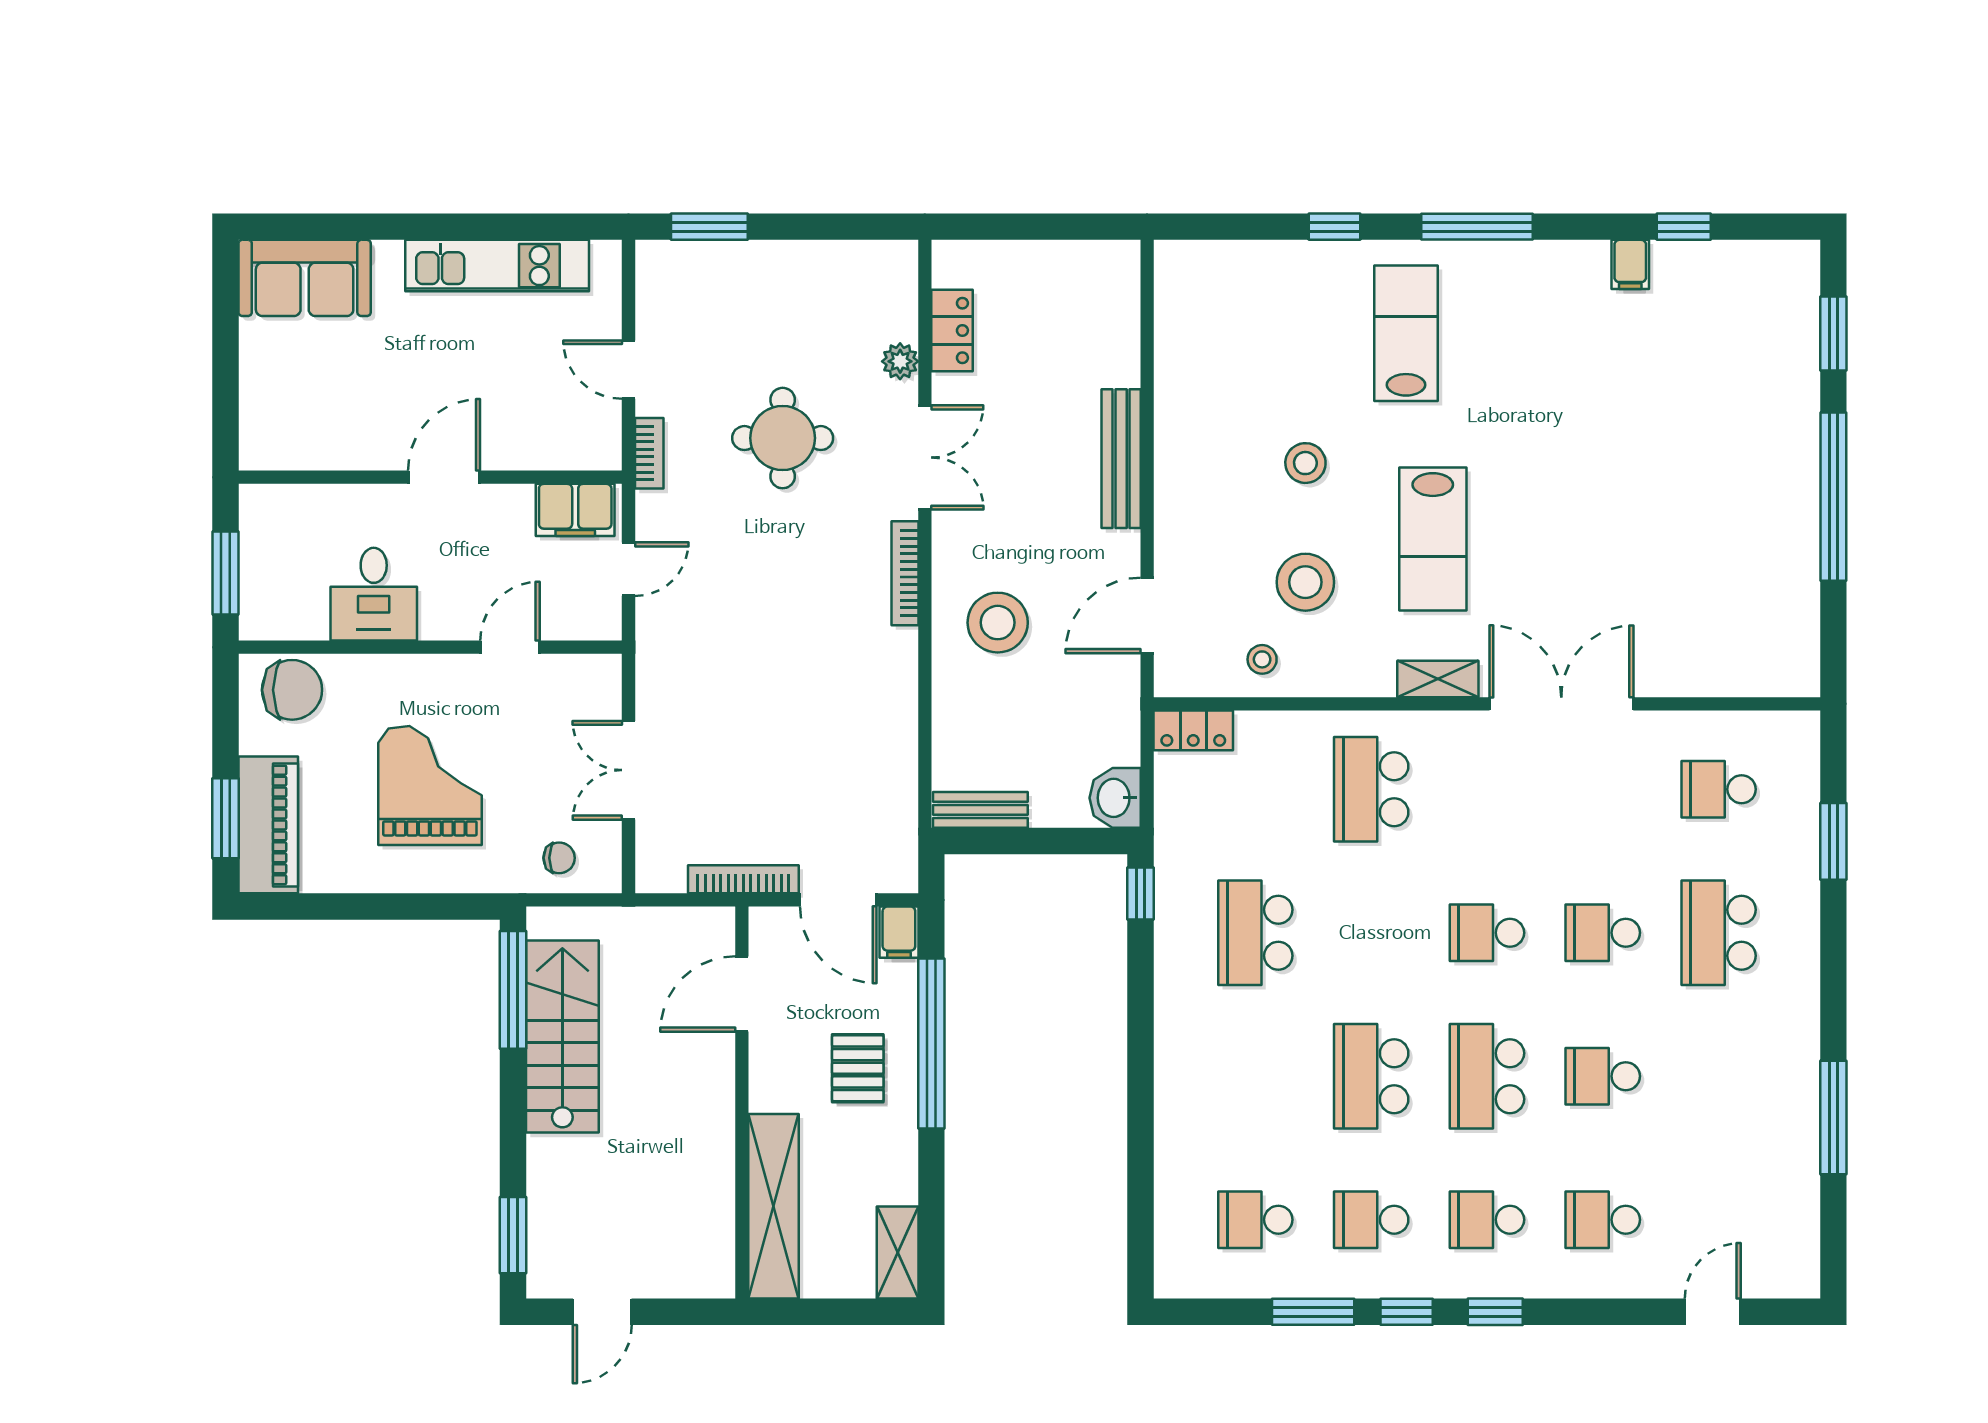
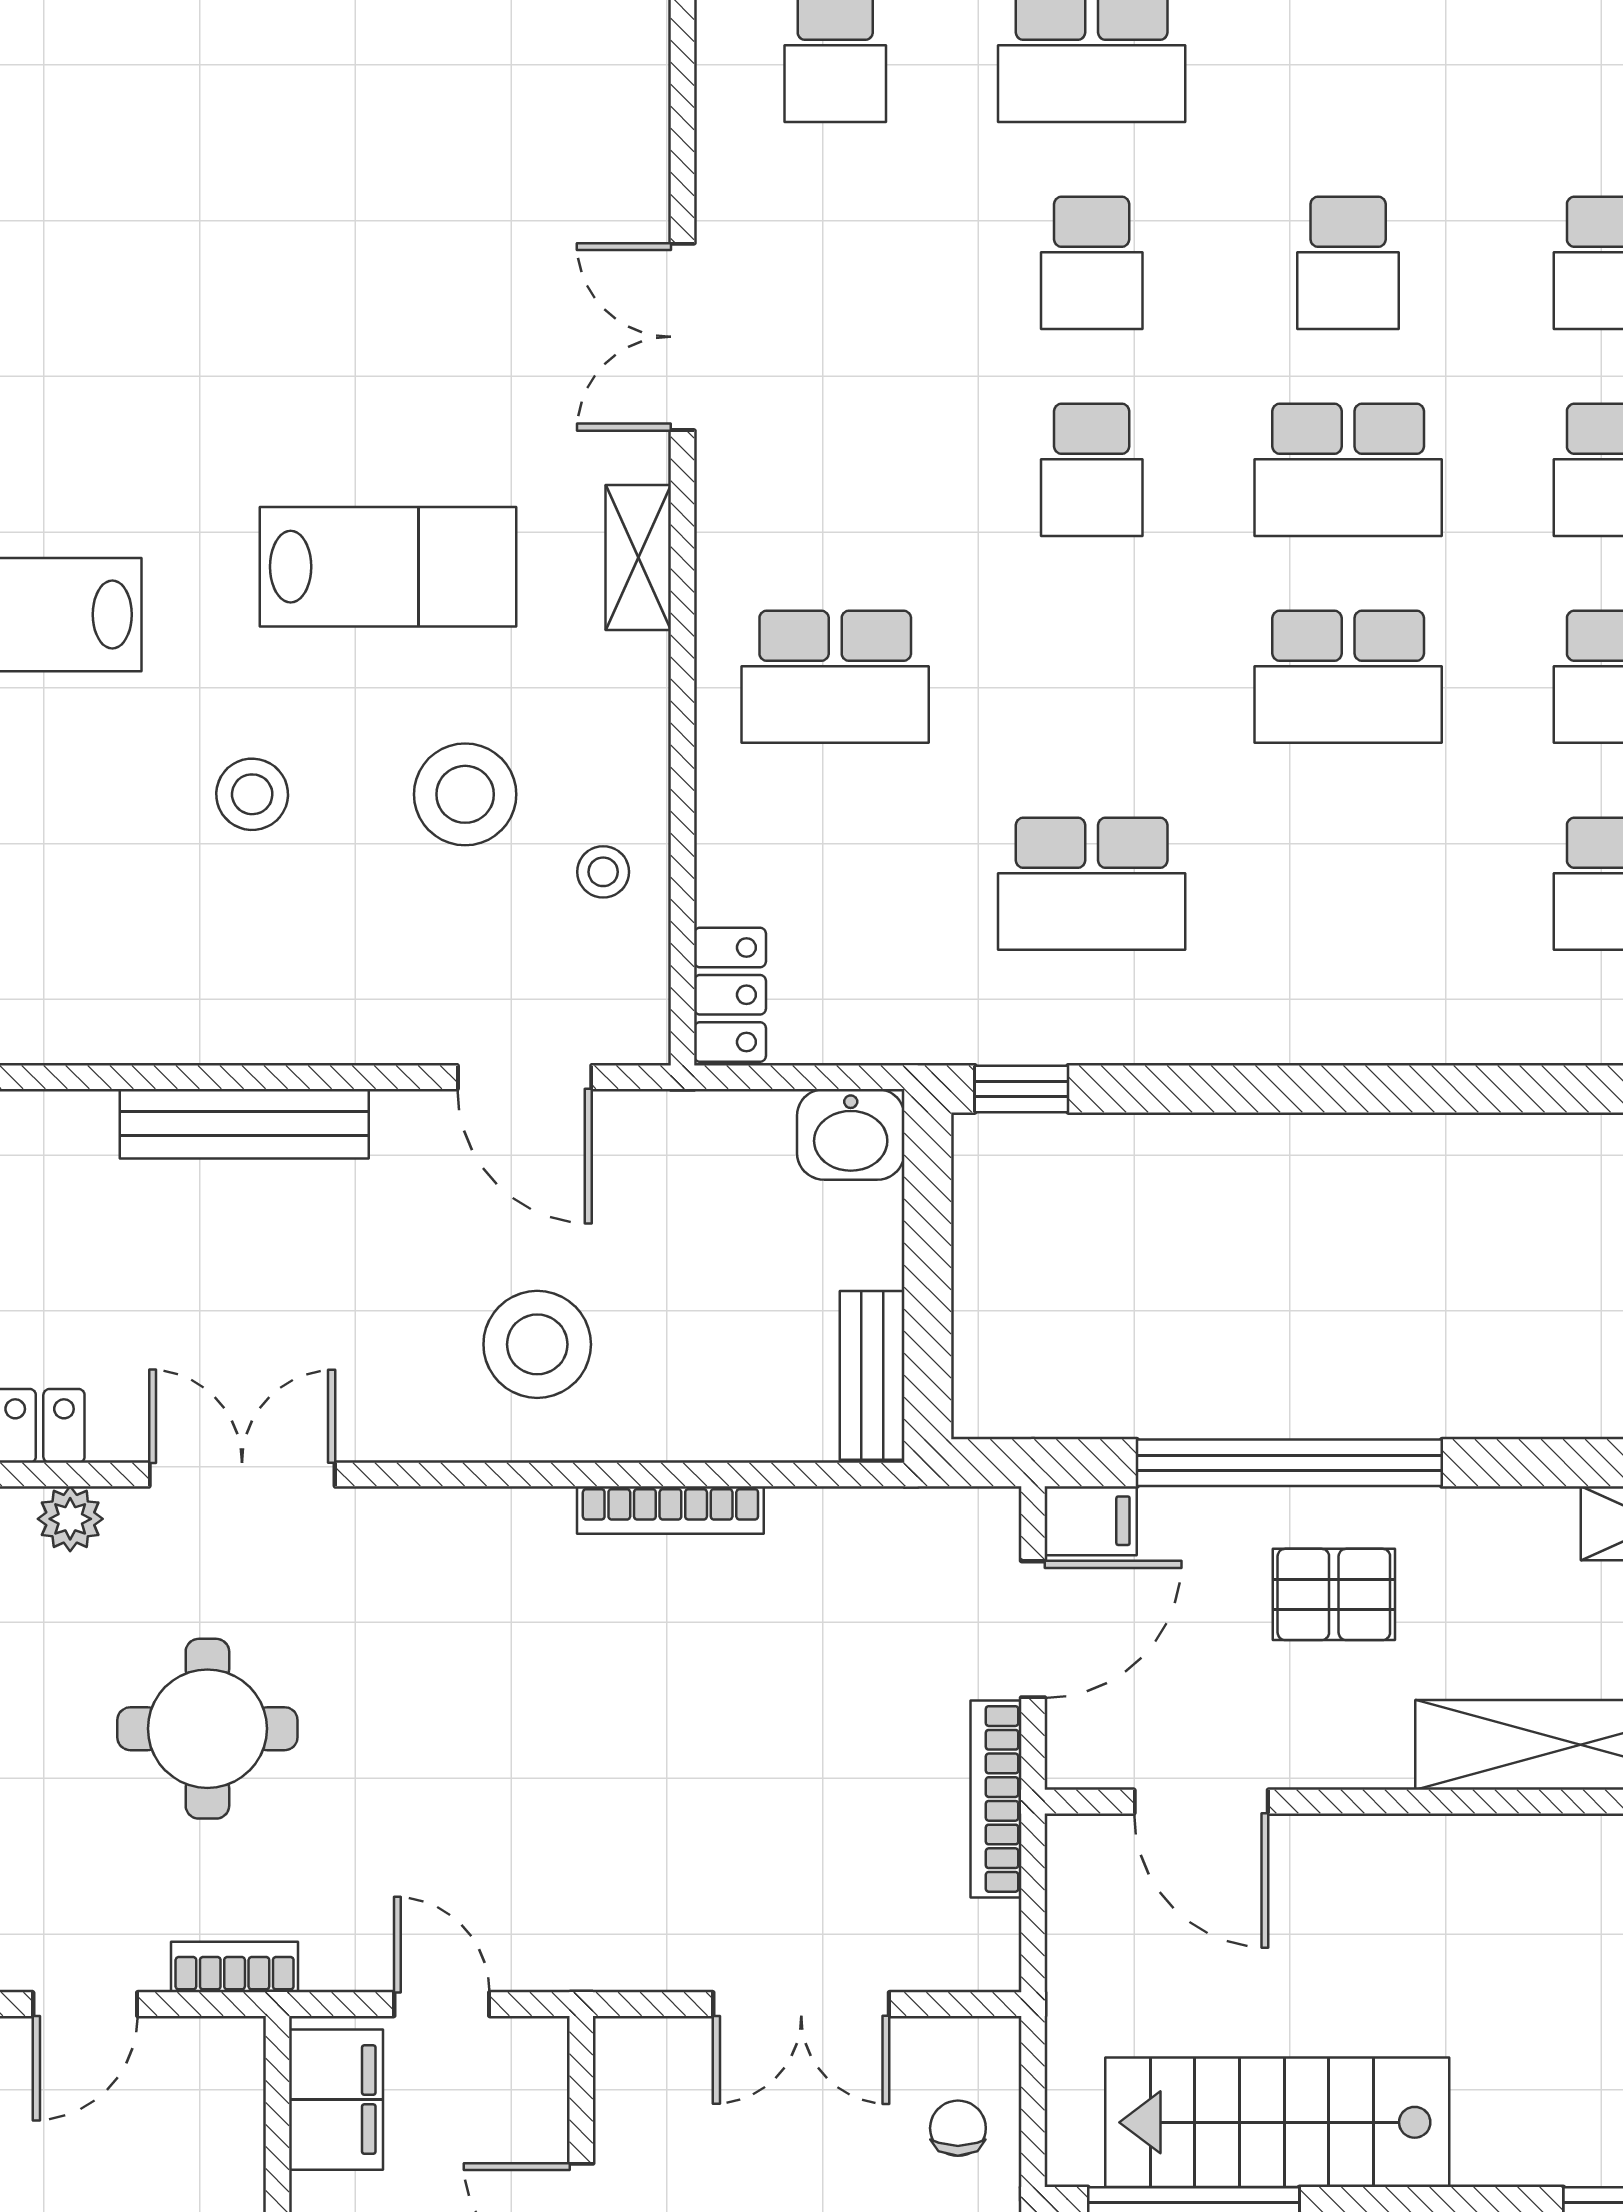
bookcase: (905, 573) -> (670, 1510), moved
double door: (1561, 704) -> (682, 337), width x0.73

